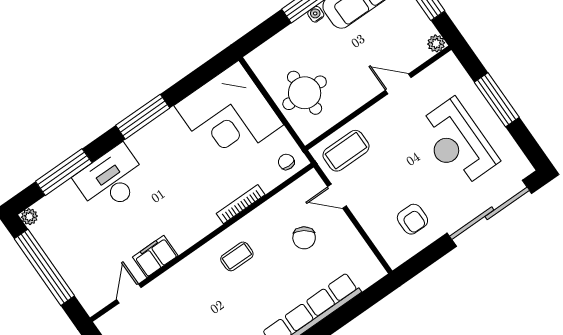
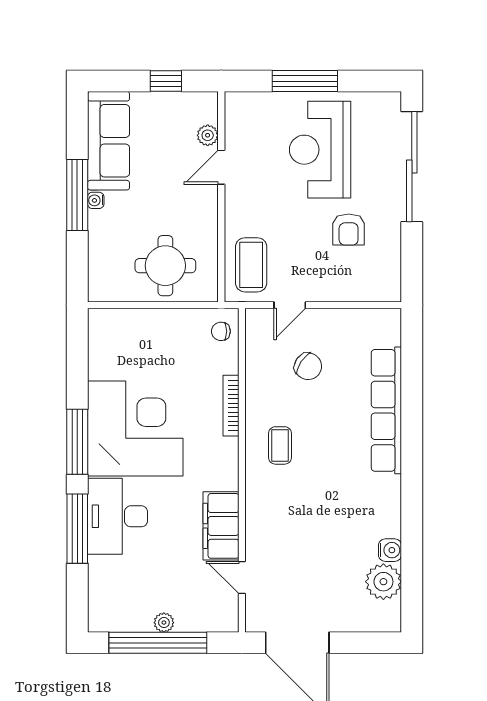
plant: (436, 43) -> (208, 135), moved
corner desk: (229, 115) -> (135, 428), moved, turned -90
reception desk: (457, 143) -> (320, 150), turned 90
window: (64, 172) -> (77, 529), moved
plant: (29, 217) -> (164, 623), moved
armchair: (412, 219) -> (349, 230), moved, turned 90
filing cabinet: (155, 256) -> (221, 526), width x1.50, depth x1.17

